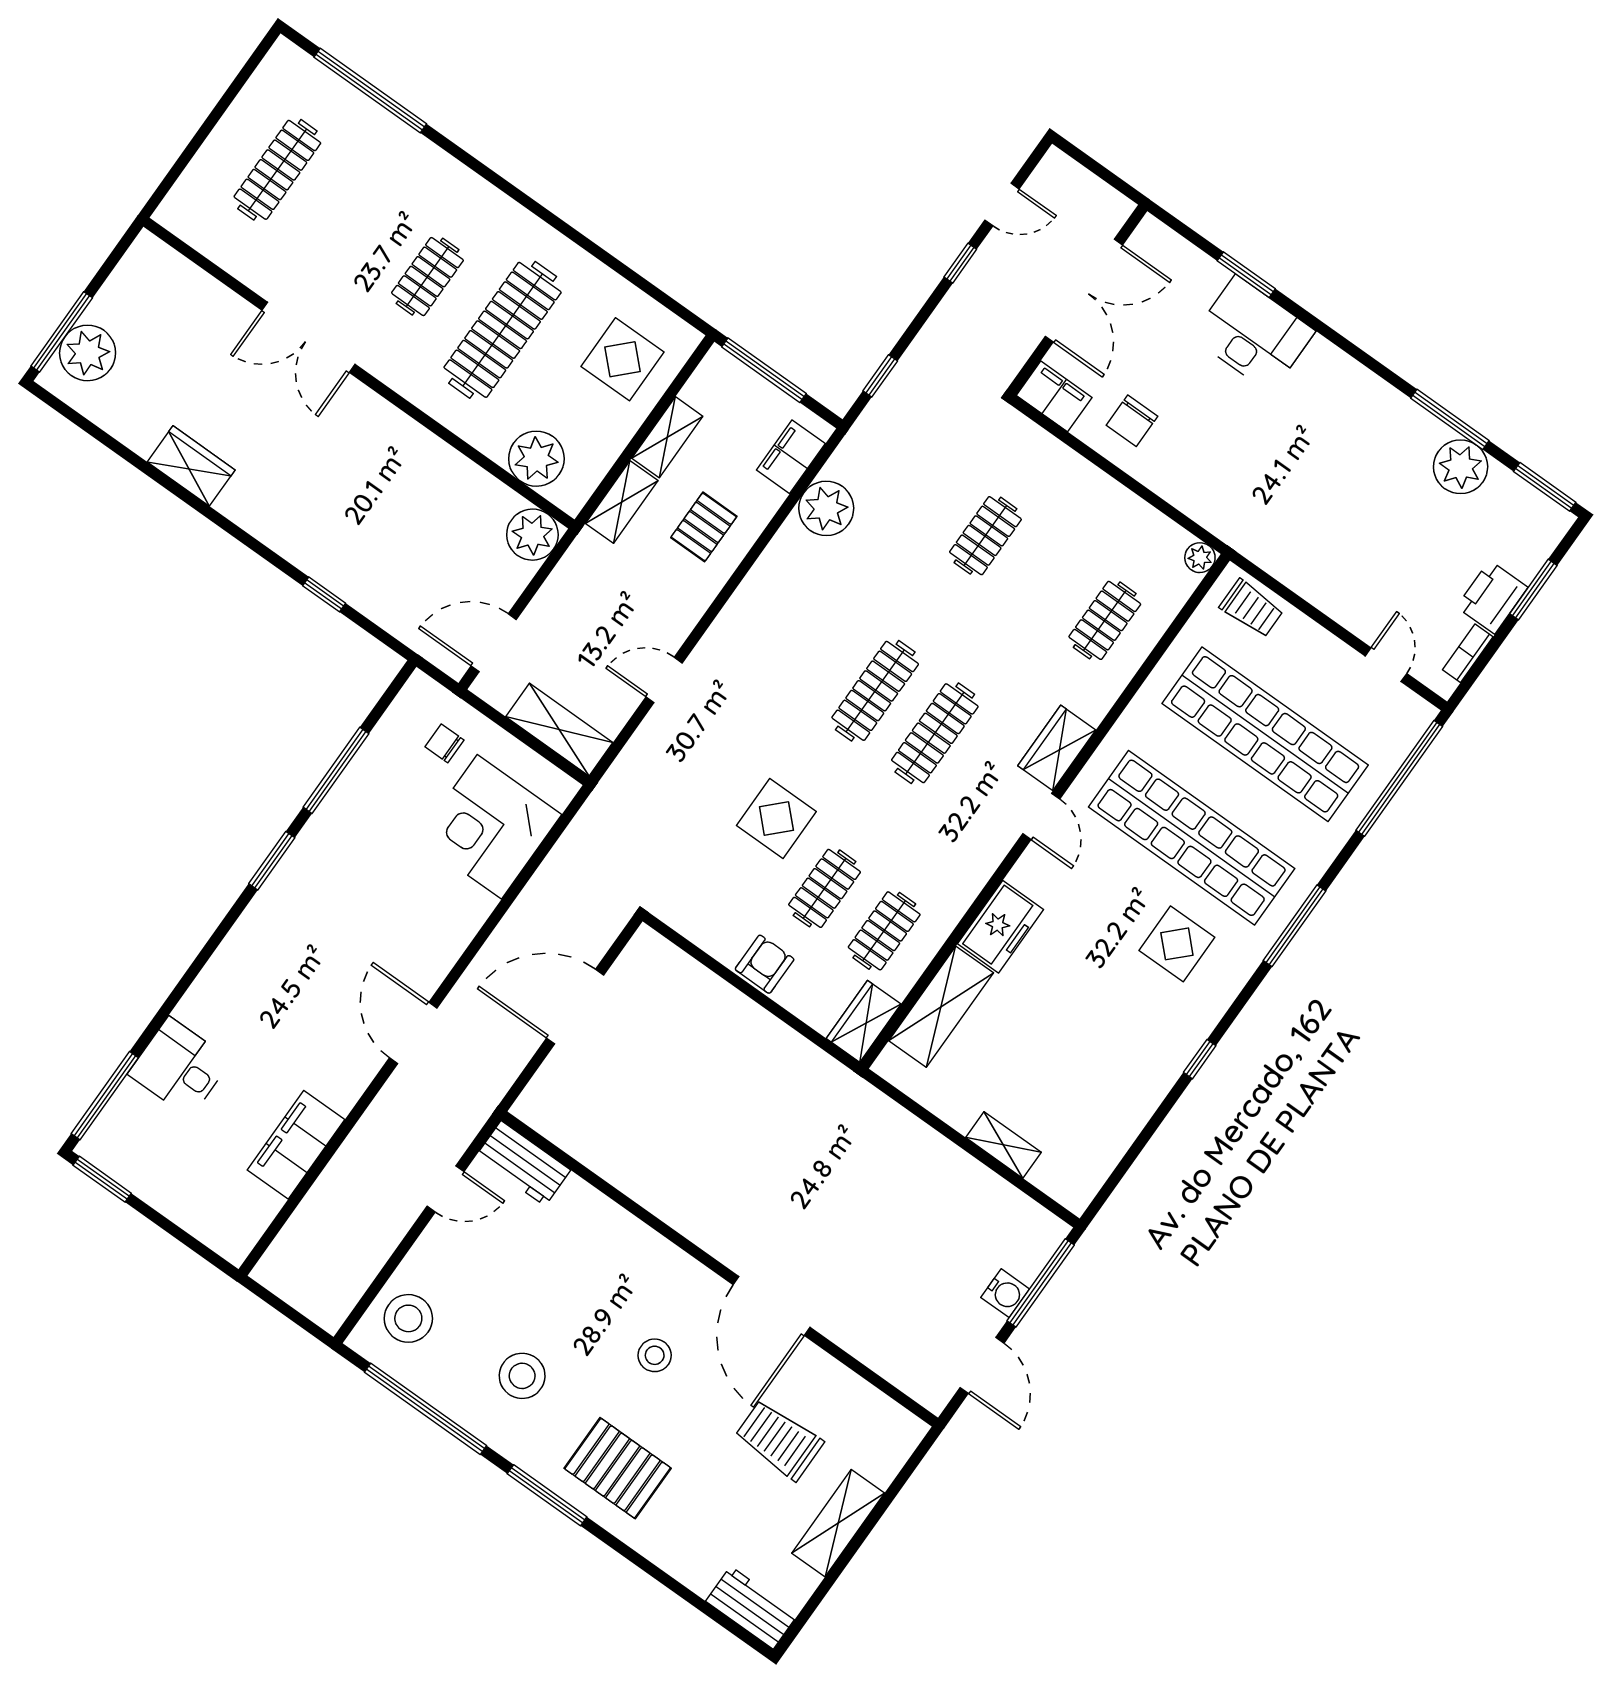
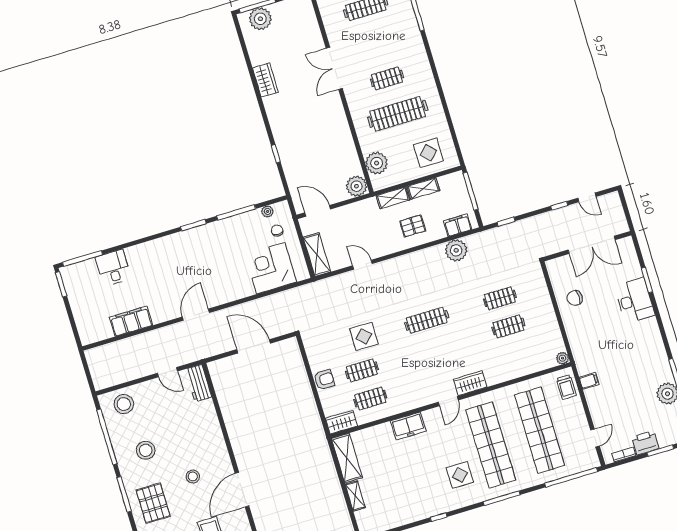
filing cabinet: (1054, 396) -> (589, 381), moved, width x0.50
clothes rail: (1105, 620) -> (508, 326), moved
plant: (396, 721) -> (267, 211), added
clothes rail: (935, 733) -> (435, 348), removed
shelving: (941, 1007) -> (347, 458), moved, turned 90

